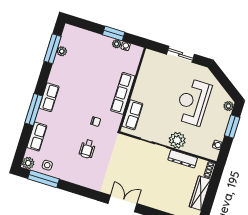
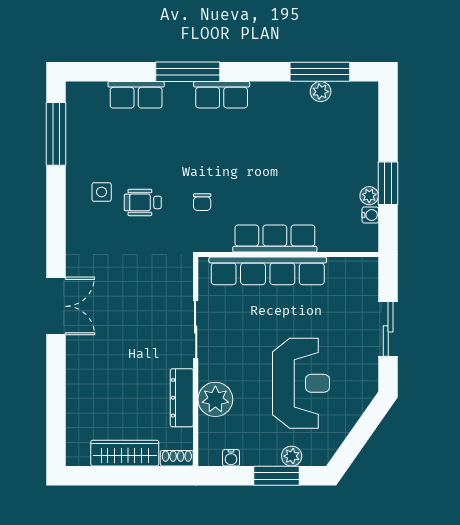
reception desk: (193, 102) -> (301, 383), turned 90
plant: (229, 106) -> (292, 456), moved
row of seats: (132, 115) -> (268, 271), width x2.02
plant: (177, 140) -> (215, 399), moved
plant: (28, 163) -> (78, 94), removed
side table: (47, 165) -> (102, 192), moved

